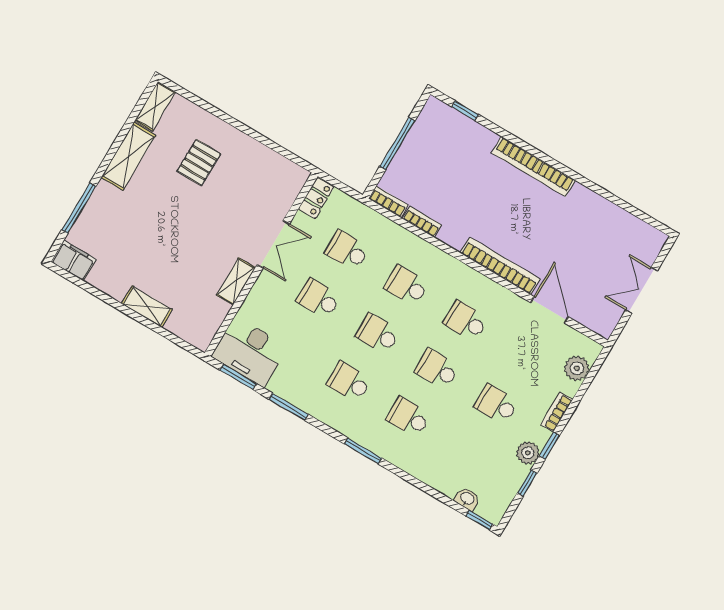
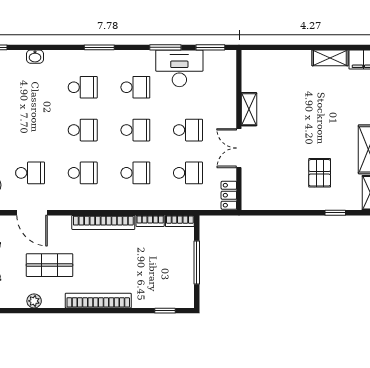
window: (208, 107) -> (335, 213), added
plant: (606, 209) -> (34, 301), added
shop shelf: (565, 239) -> (50, 265), added
bookcase: (500, 266) -> (103, 222), moved
shelving: (147, 307) -> (330, 58), moved
desk: (250, 352) -> (179, 68), moved
school desk: (496, 404) -> (30, 173), moved
washbasin: (467, 499) -> (35, 57), moved

